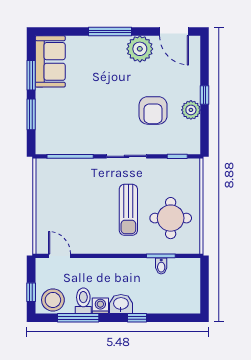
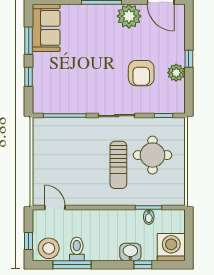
window: (31, 114) -> (29, 77), width x0.67
round table: (171, 218) -> (152, 155), moved
washbasin: (121, 304) -> (130, 252), moved
washing machine: (100, 306) -> (171, 247), moved, width x1.89, depth x1.89
window: (137, 318) -> (143, 265), moved

